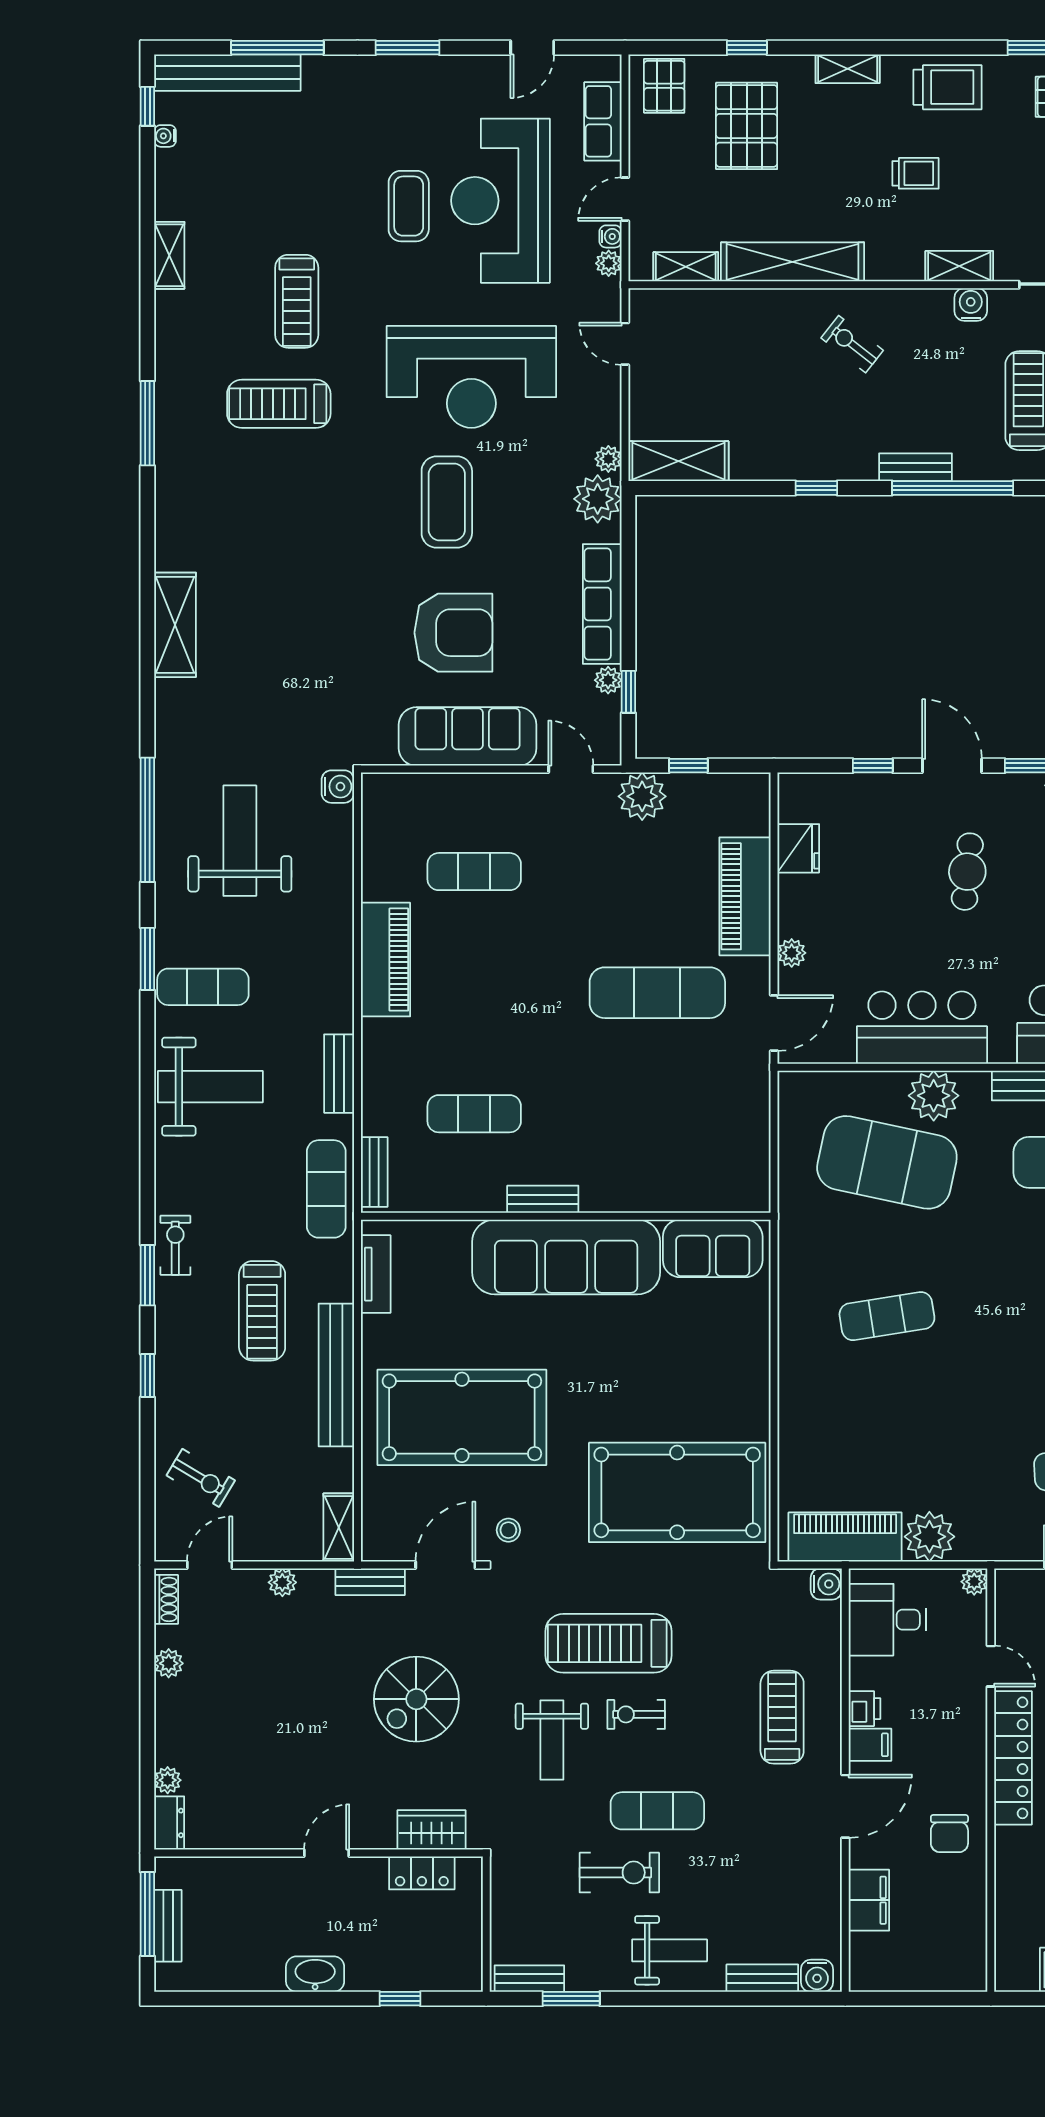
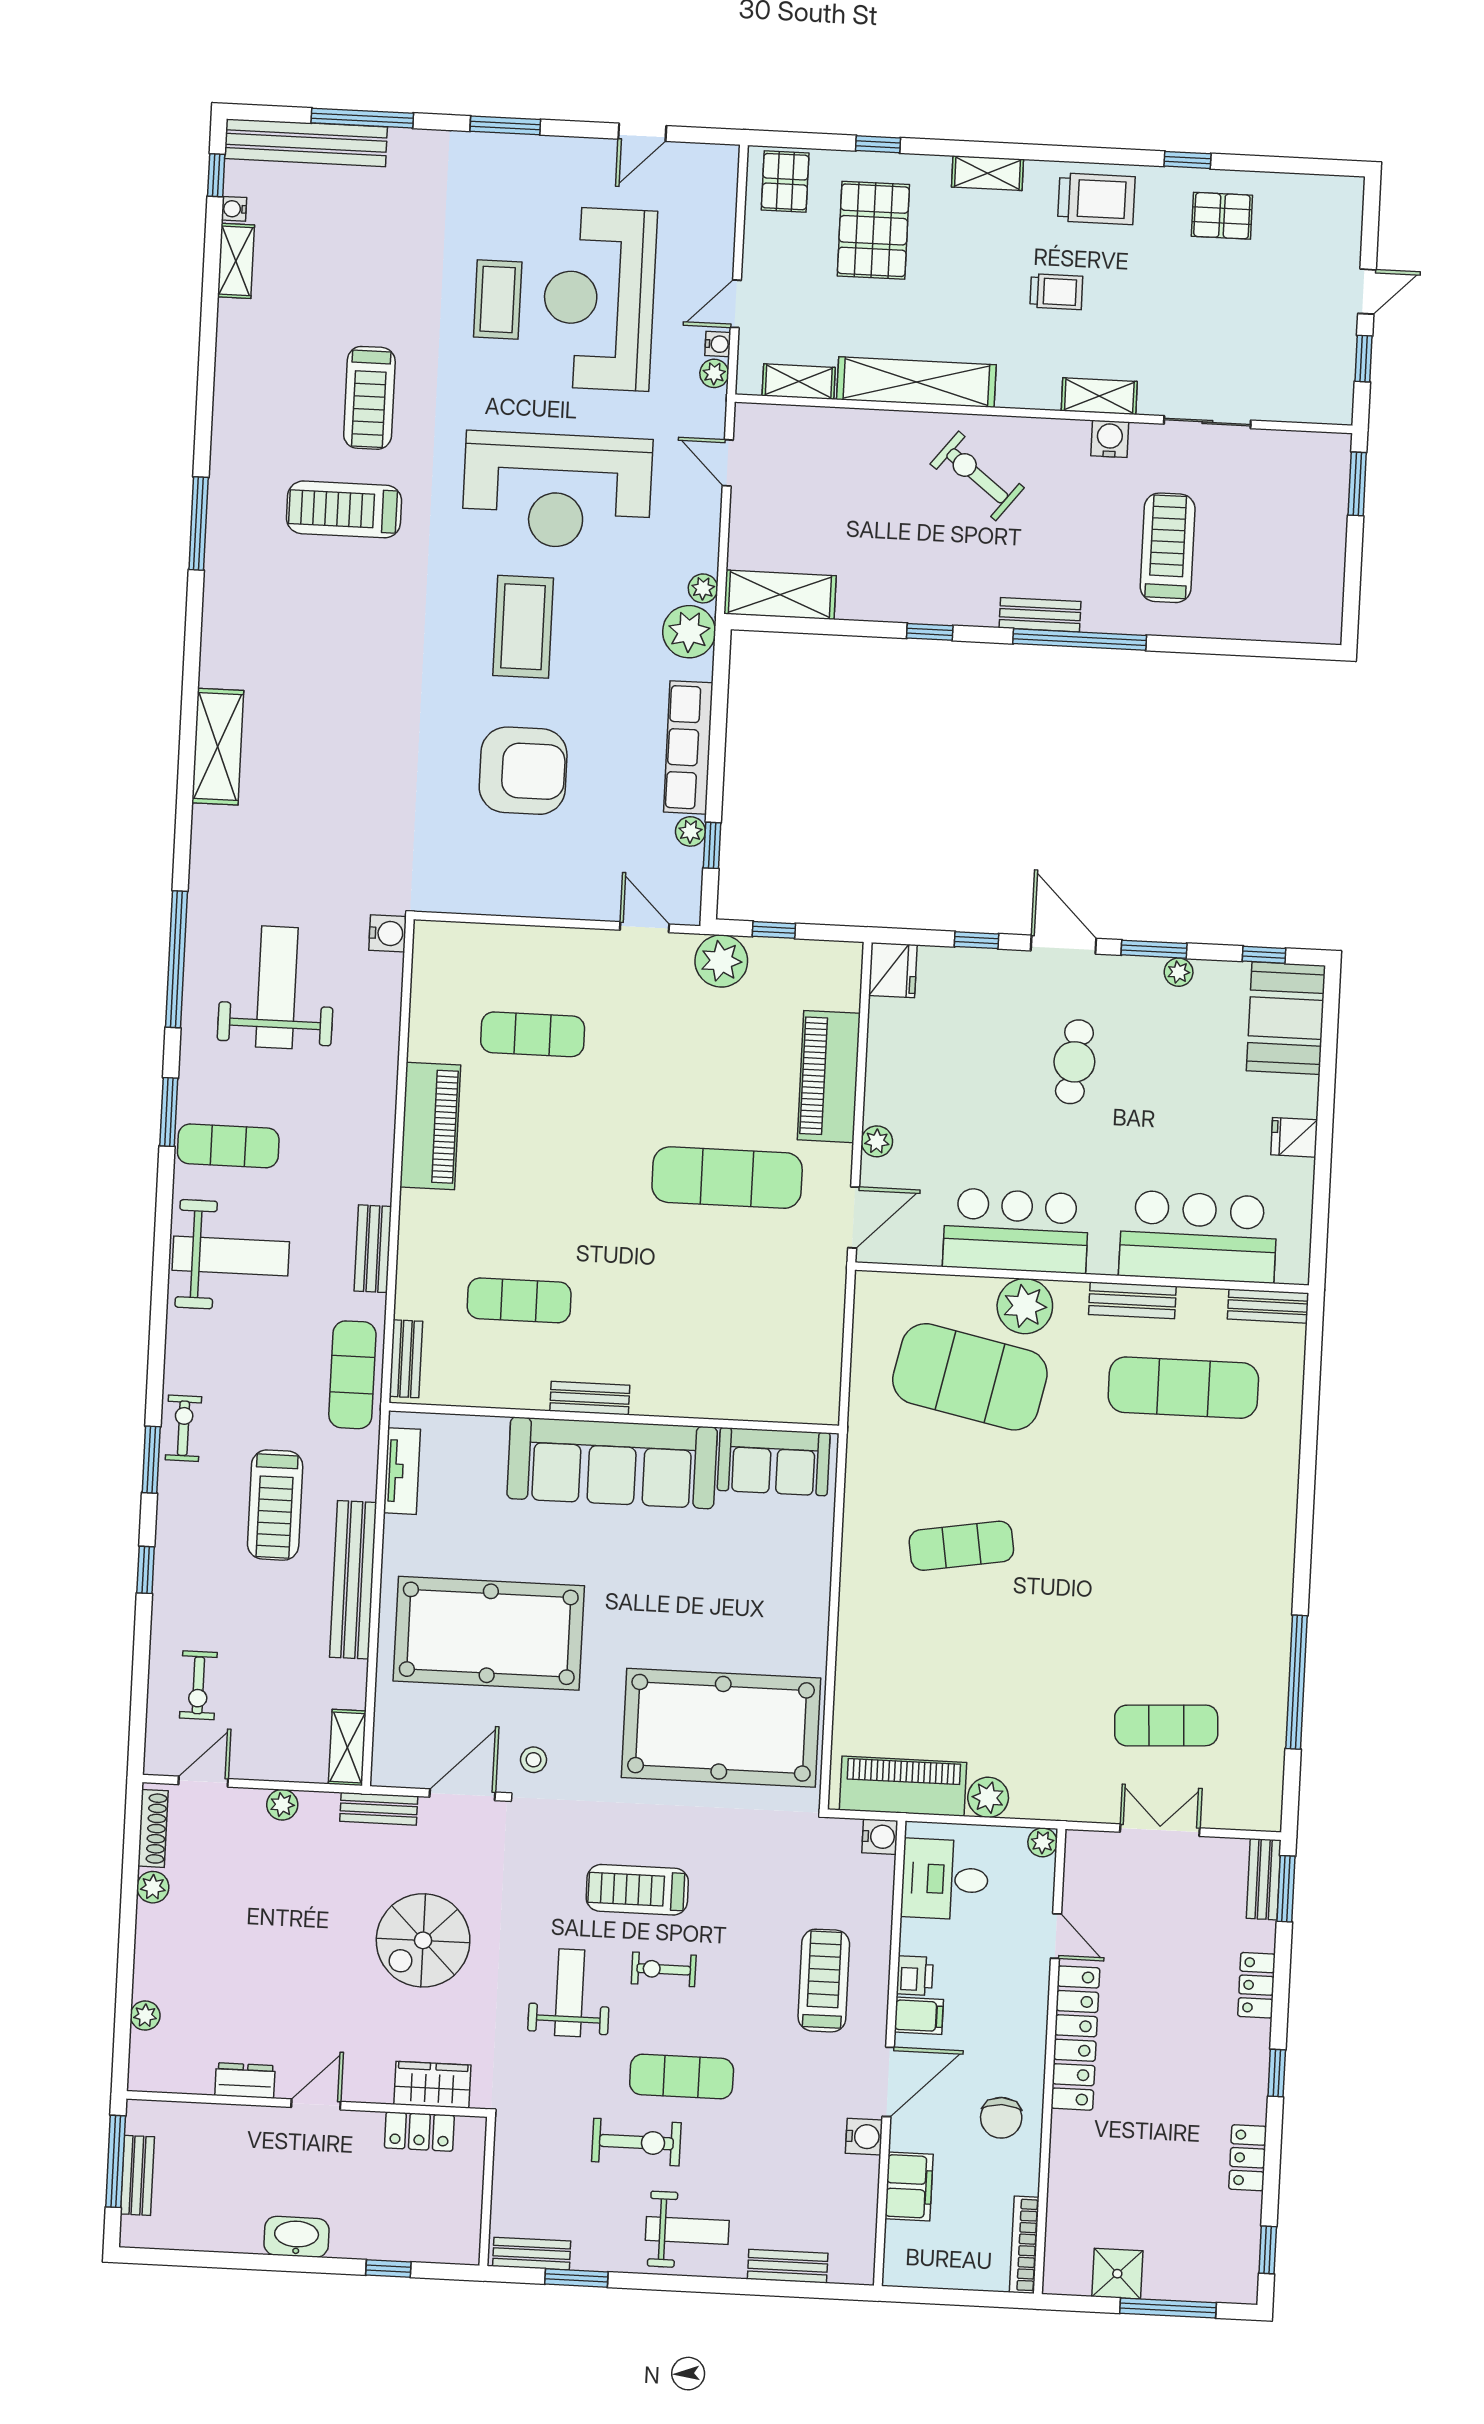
row of seats: (603, 121) -> (716, 217), removed
shelving: (169, 255) -> (236, 261), moved
exercise bike: (852, 344) -> (977, 476), width x1.38, depth x1.39
sofa: (468, 736) -> (533, 885), removed
fridge: (798, 848) -> (893, 970), moved
exercise bike: (201, 1478) -> (198, 1685), turned 59
plant: (929, 1537) -> (988, 1797), width x0.73, depth x0.73
shoe rack: (166, 1599) -> (153, 1828), width x1.43
treadmill: (609, 1643) -> (637, 1890), width x0.73, depth x0.73
weight bench: (552, 1740) -> (570, 1993), turned 180
dresser: (169, 1823) -> (245, 2081), moved, turned -90
bookcase: (976, 1948) -> (1024, 2245), added
water cooler: (817, 1976) -> (864, 2137), moved, turned -90

